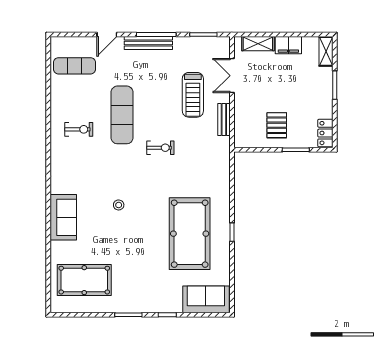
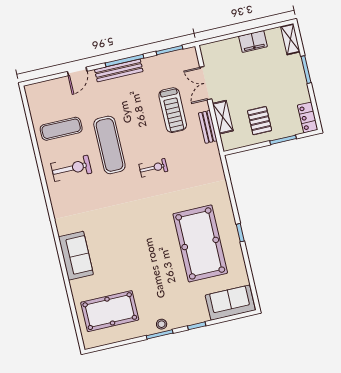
shelving: (258, 44) -> (223, 117), moved, turned 90
exercise mat: (74, 66) -> (61, 129), moved
exercise bike: (79, 129) -> (71, 168), width x1.38, depth x1.39
stool: (119, 205) -> (162, 324), moved

